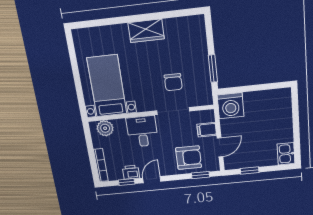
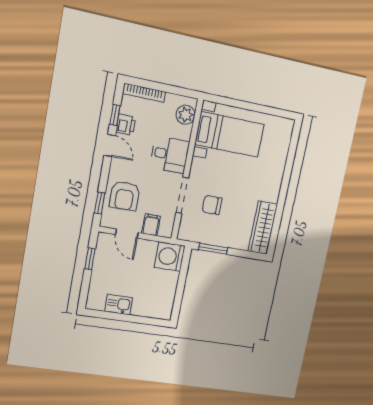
wardrobe: (146, 31) -> (263, 228), moved, width x1.50
kitchen sink: (286, 154) -> (119, 305), moved

